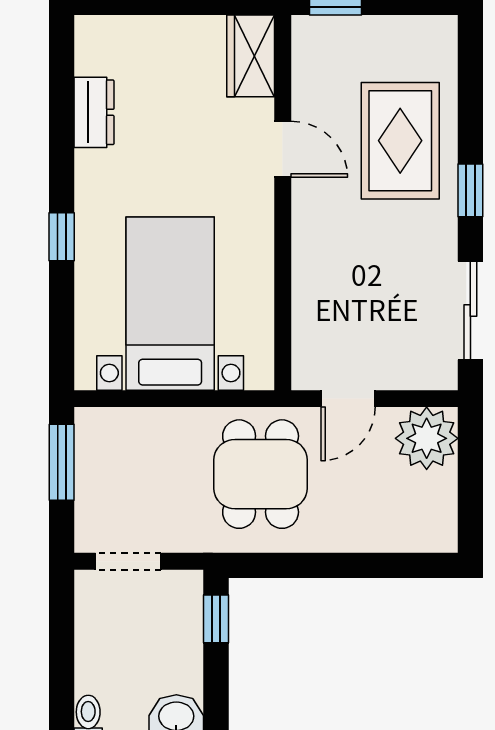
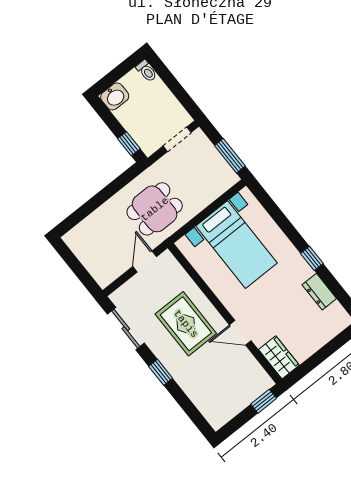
rug: (400, 141) -> (186, 324), moved
window: (62, 237) -> (312, 258), moved
plant: (427, 438) -> (105, 270), removed
dining table: (261, 474) -> (155, 209), turned 90

